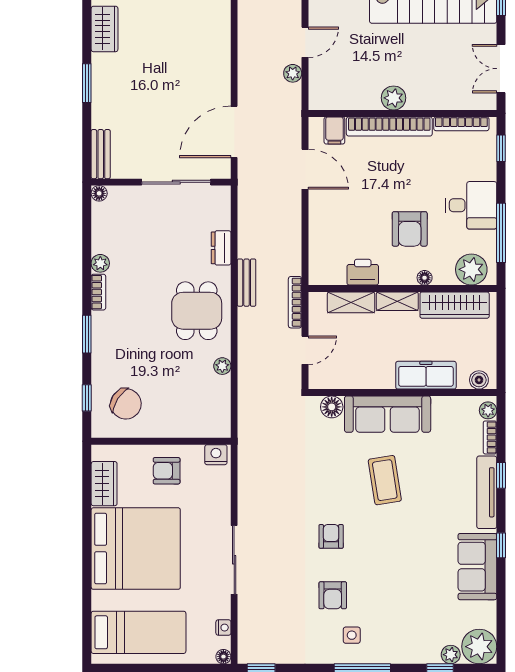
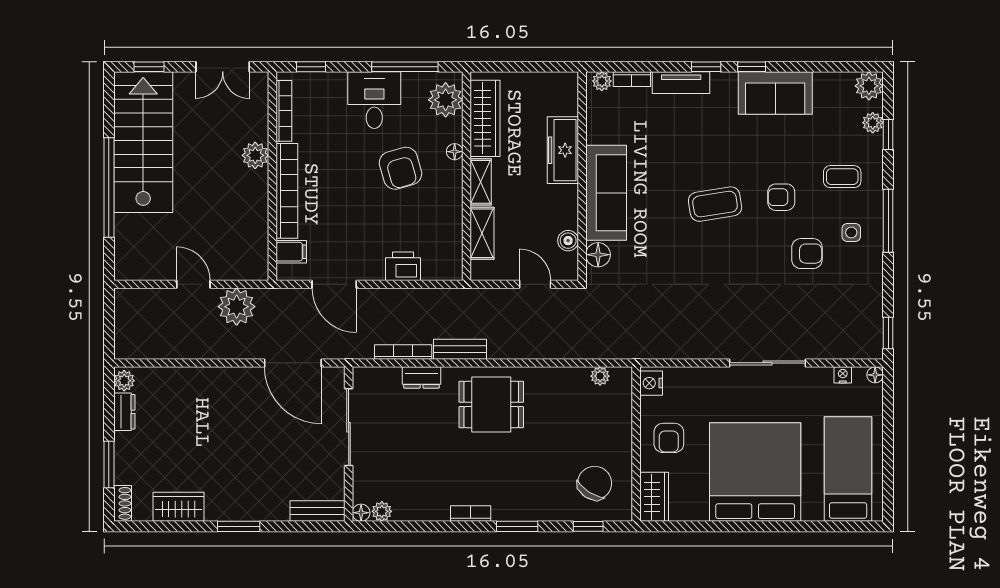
plant: (293, 73) -> (237, 307), width x1.88, depth x1.88
plant: (394, 98) -> (255, 155), moved
door: (305, 169) -> (334, 284), swing flipped
armchair: (410, 229) -> (401, 168), turned 74
plant: (100, 263) -> (382, 511), moved
printer: (363, 272) -> (403, 266), moved, turned 90
bookcase: (295, 302) -> (403, 352), moved, turned 180
plant: (222, 366) -> (600, 376), moved
boiler: (479, 380) -> (568, 241), moved
window: (501, 475) -> (706, 67), moved
coffee table: (385, 480) -> (715, 204), moved
wardrobe: (104, 484) -> (654, 497), moved, turned 90
tv unit: (487, 492) -> (681, 83), width x0.71
armchair: (331, 536) -> (781, 197), moved
coffee table: (402, 627) -> (842, 177), added
plant: (479, 647) -> (869, 86), width x0.73, depth x0.73

